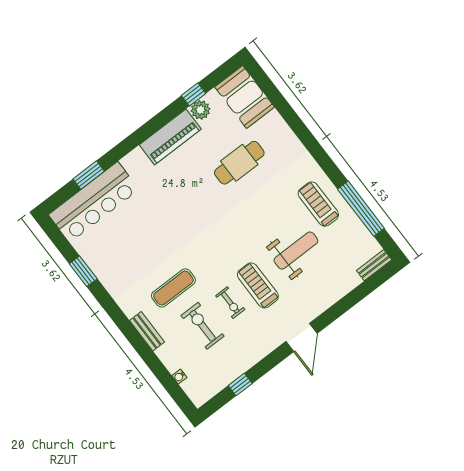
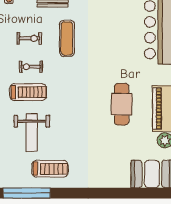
cafe table: (239, 163) -> (122, 104), moved
exercise bike: (203, 326) -> (29, 38), width x0.73, depth x0.72

